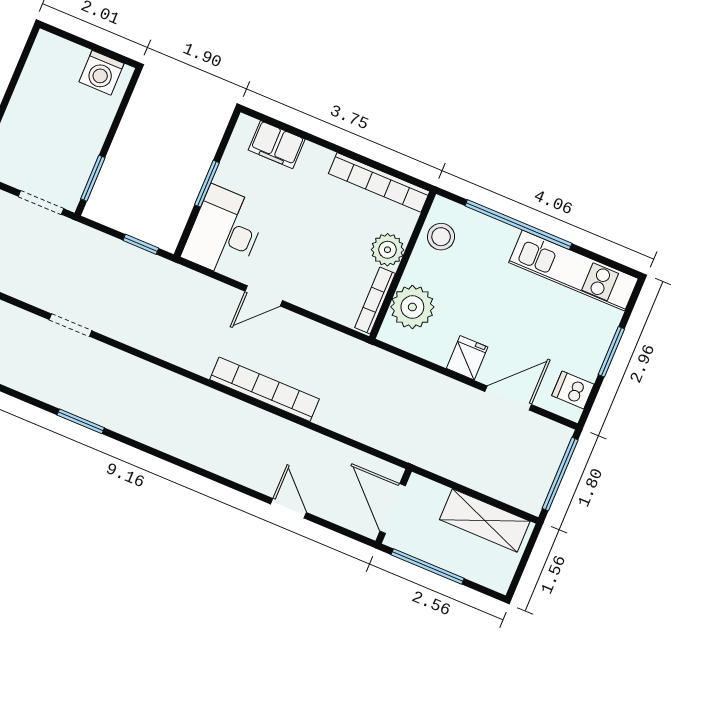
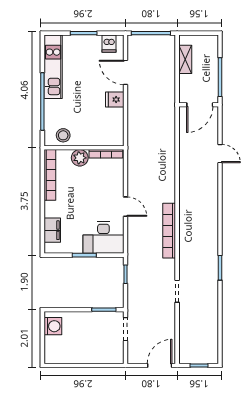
plant: (412, 307) -> (102, 135), removed
bookcase: (265, 389) -> (169, 231), moved
door: (288, 508) -> (220, 154), swing flipped
shelving: (485, 520) -> (185, 59), width x0.67, depth x0.75

